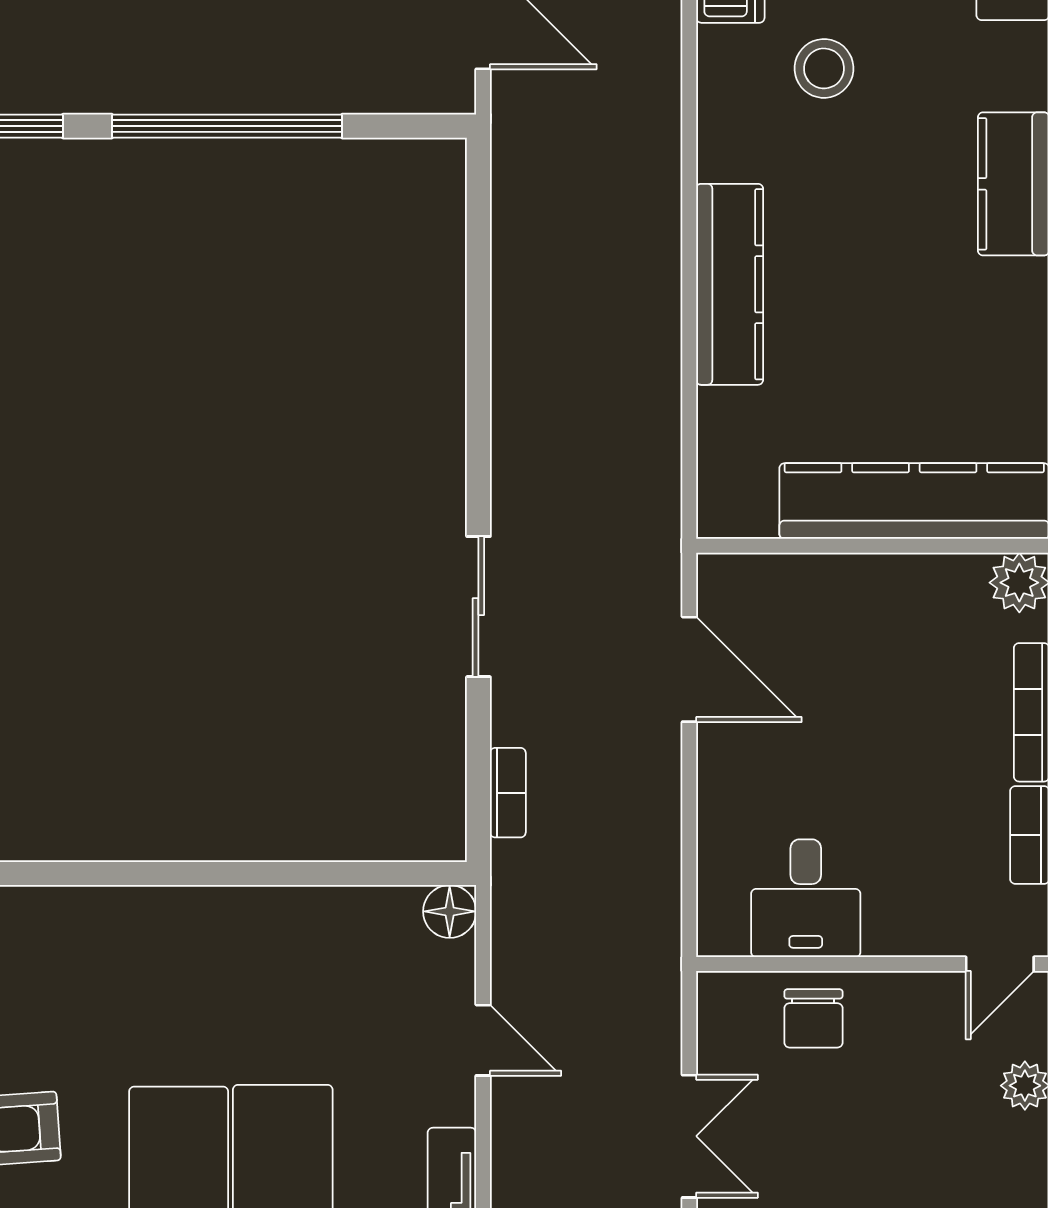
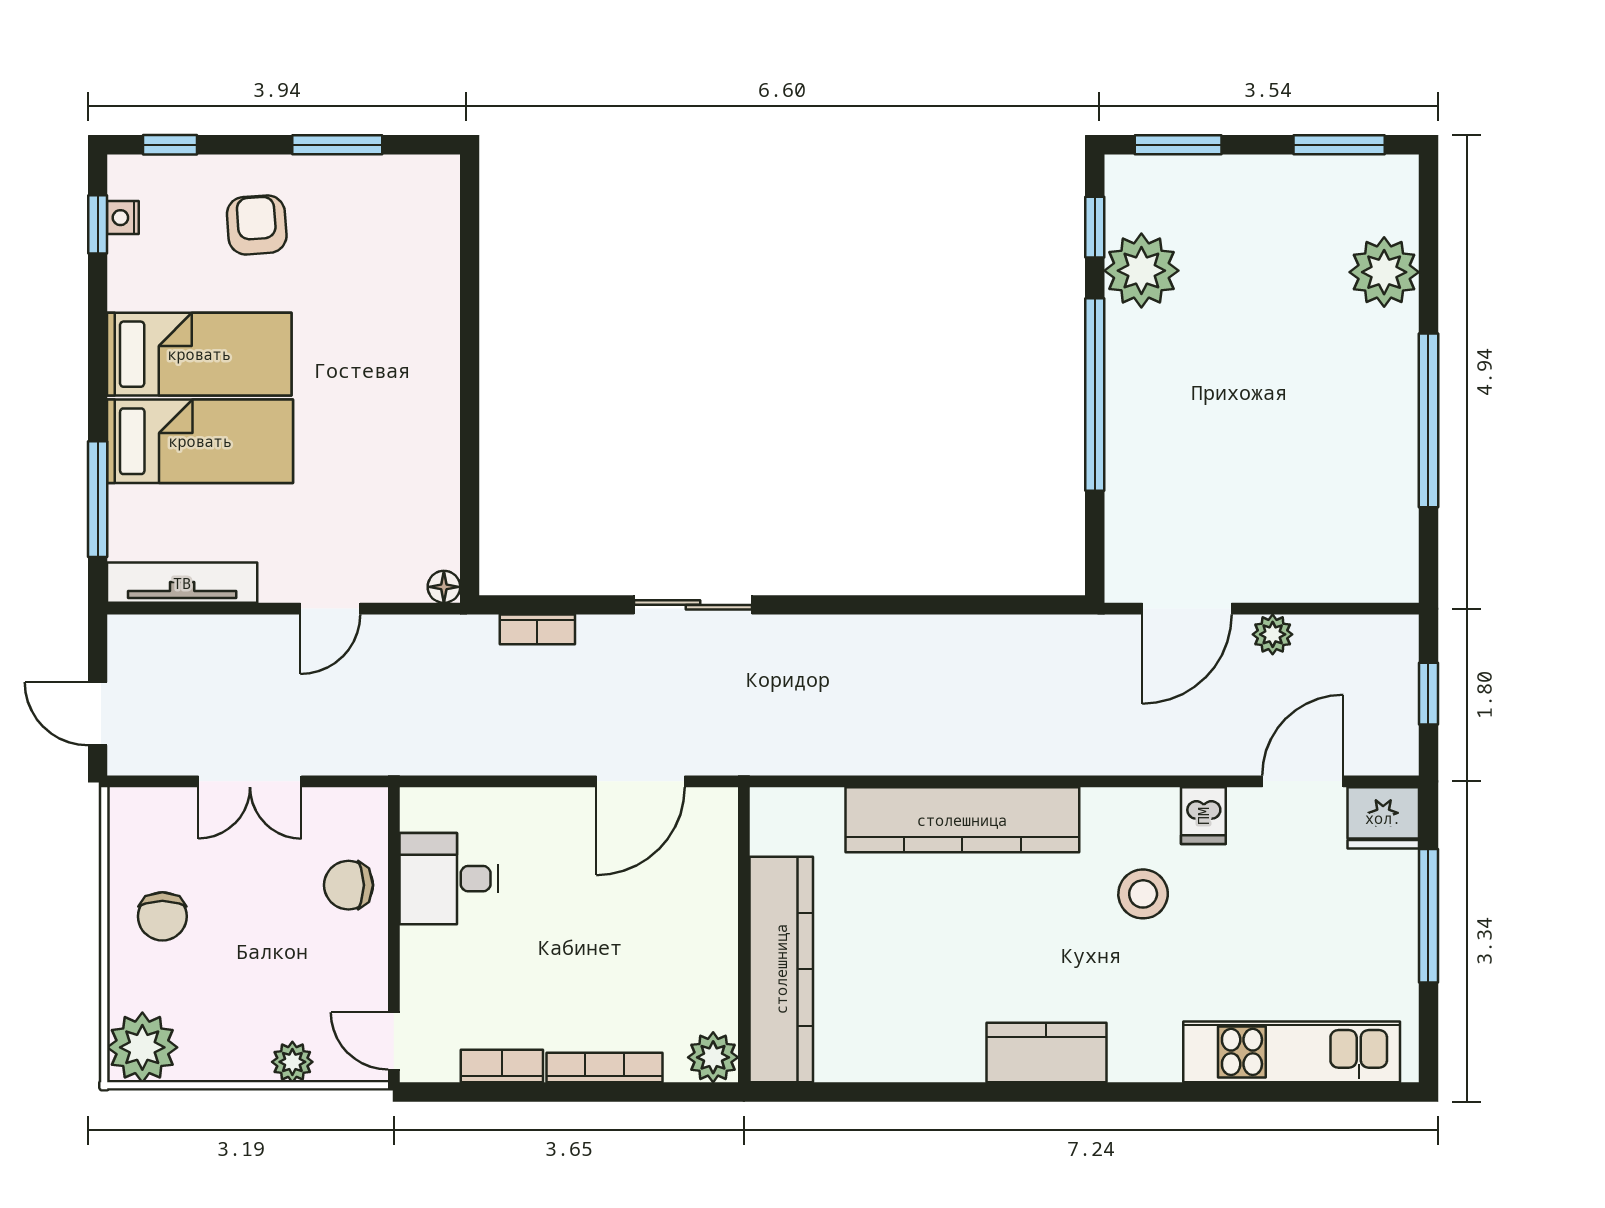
plant: (79, 70) -> (1141, 271), added
kitchen counter: (730, 284) -> (962, 820), width x1.39, depth x1.17
floor lamp: (450, 911) -> (444, 587), width x0.73, depth x0.73

